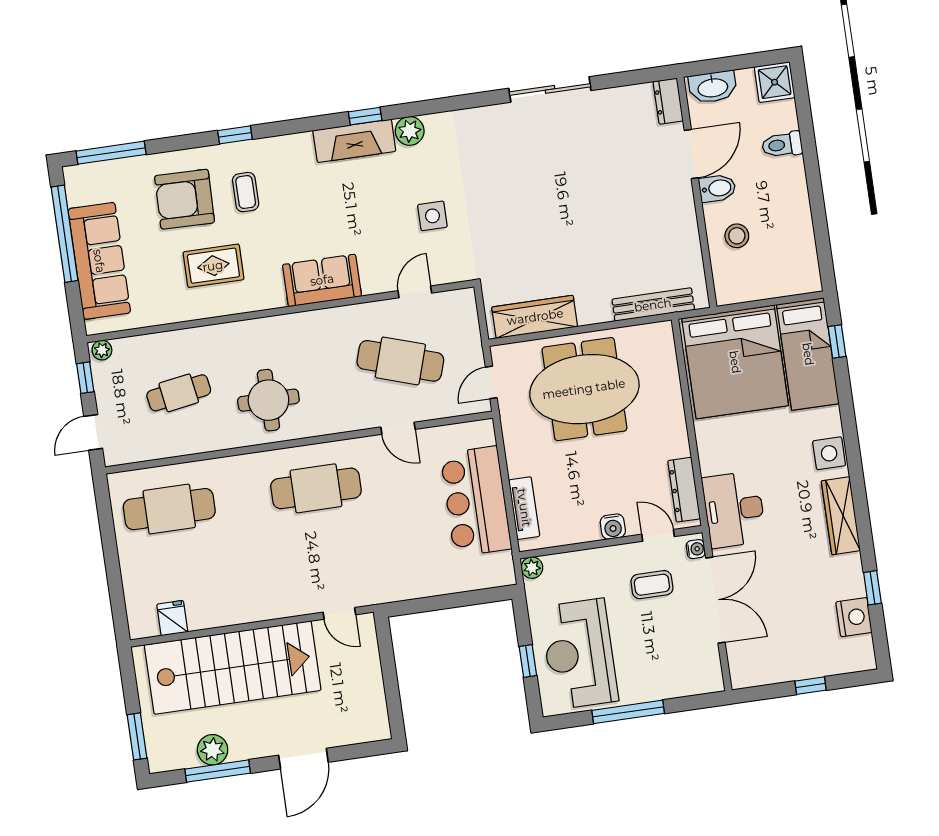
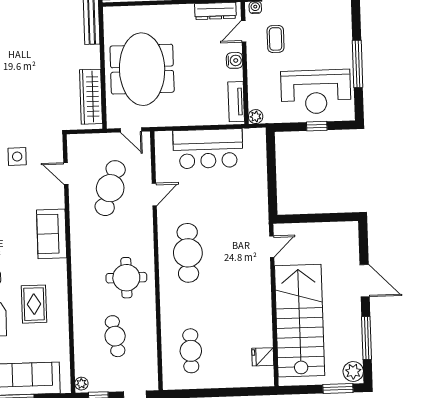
tv unit: (524, 508) -> (236, 102), moved, turned -90
cafe table: (169, 509) -> (191, 351), width x0.73, depth x0.74
plant: (213, 750) -> (353, 371), moved

